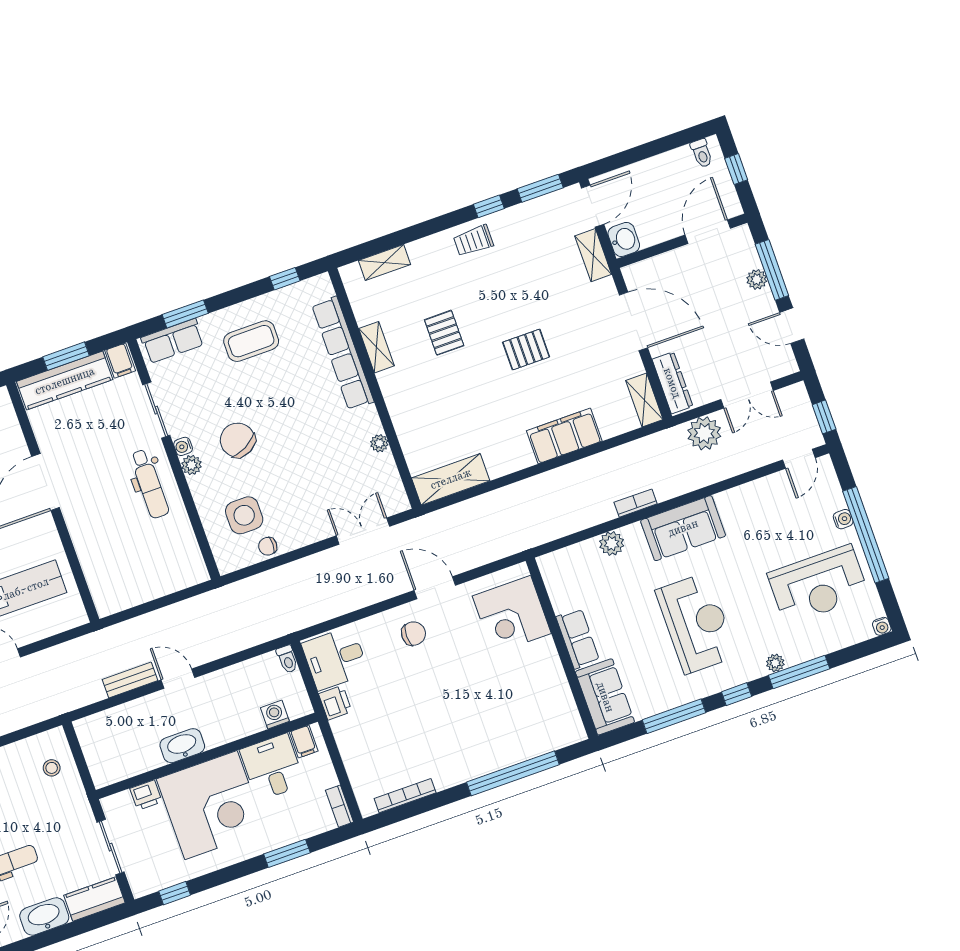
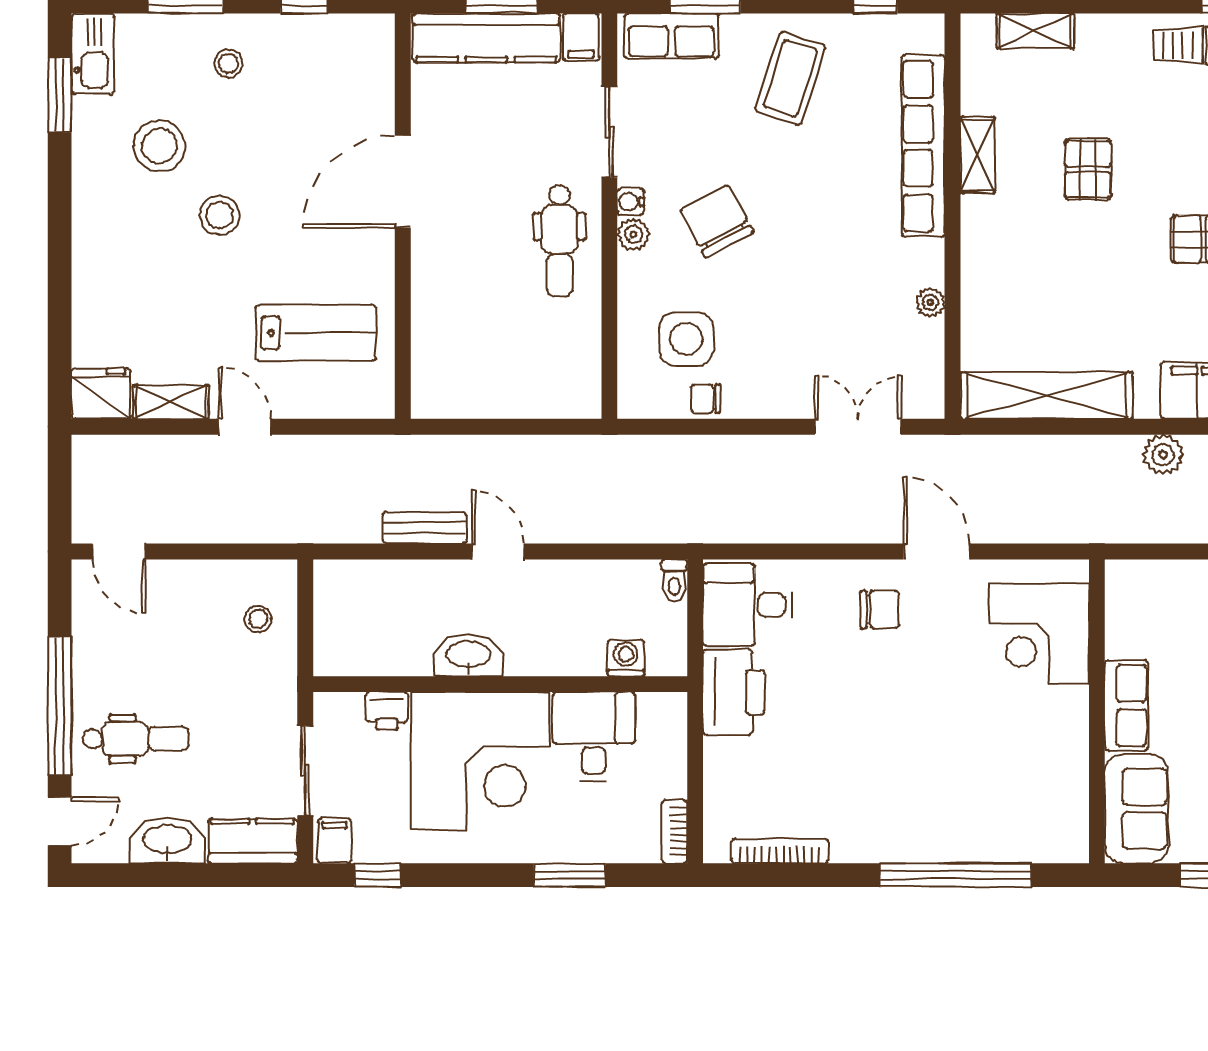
coffee table: (251, 341) -> (790, 78), turned -72
shelving: (451, 479) -> (1046, 395), width x1.47
plant: (547, 484) -> (1163, 455), added
printer: (335, 703) -> (734, 692), width x1.87, depth x1.48
filing cabinet: (304, 741) -> (335, 841), moved, turned 180

